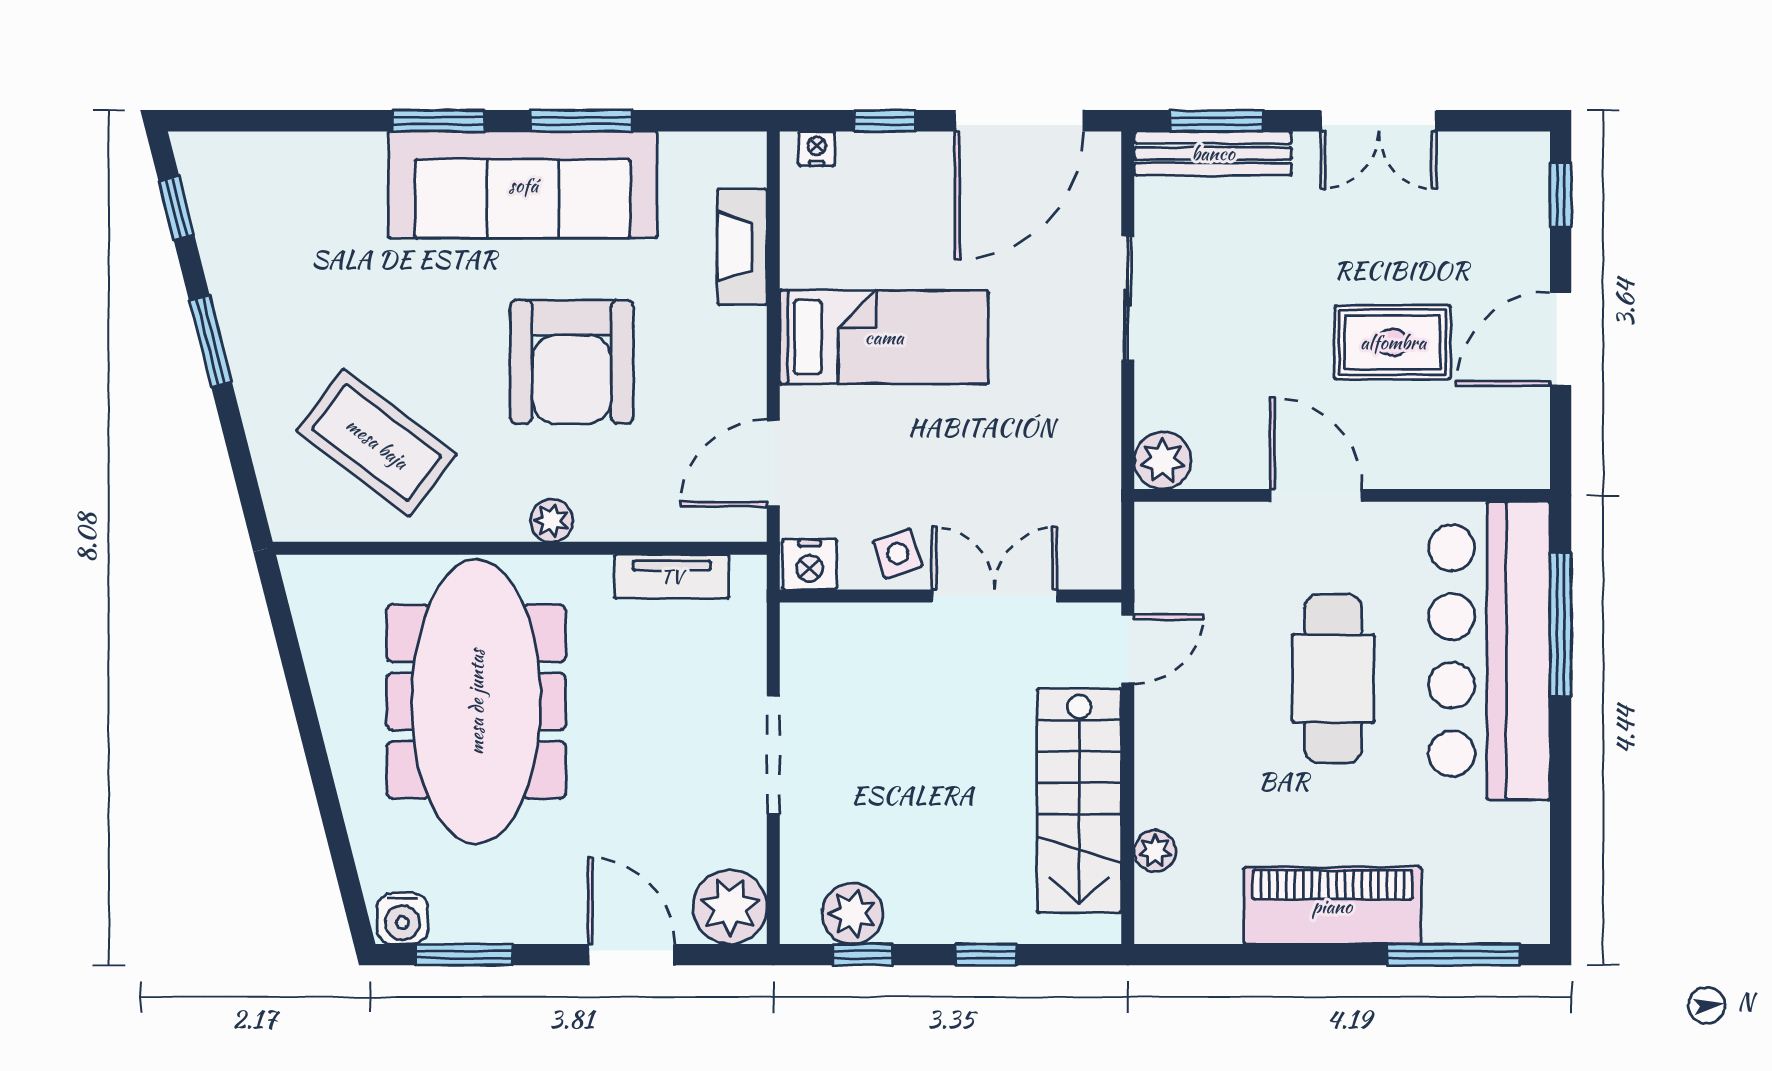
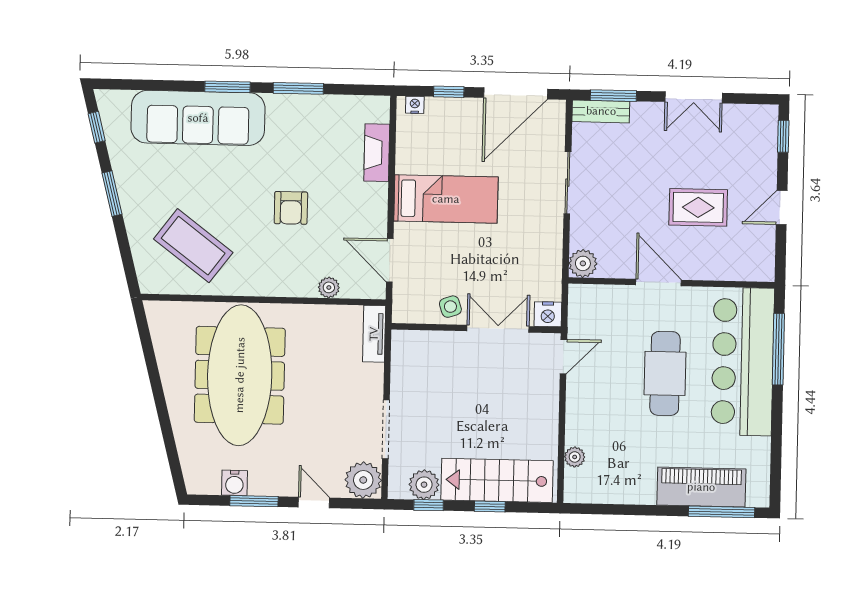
bench: (1213, 153) -> (601, 111), width x0.73
sofa: (523, 185) -> (198, 118), moved
door: (1561, 339) -> (782, 208), width x0.73
armchair: (572, 362) -> (291, 208), width x0.53, depth x0.53
door: (773, 463) -> (390, 260), hinge flipped
plant: (551, 521) -> (329, 287), moved
nightstand: (810, 565) -> (548, 314), moved
tv unit: (672, 576) -> (374, 334), moved, turned 90
doorway: (773, 755) -> (386, 429), moved
stairs: (1079, 801) -> (497, 480), moved, turned 90
piano: (1332, 906) -> (701, 487), moved
water cooler: (402, 919) -> (234, 483), moved
window: (464, 955) -> (254, 501), moved
door: (631, 955) -> (314, 503), width x0.73

